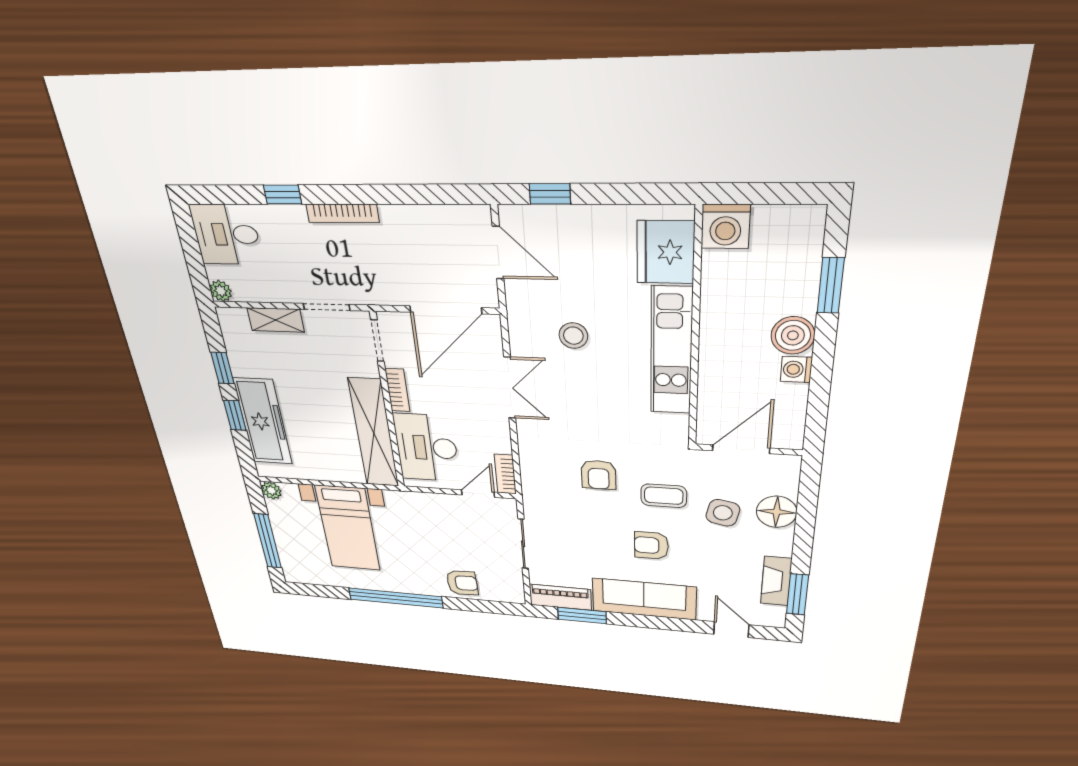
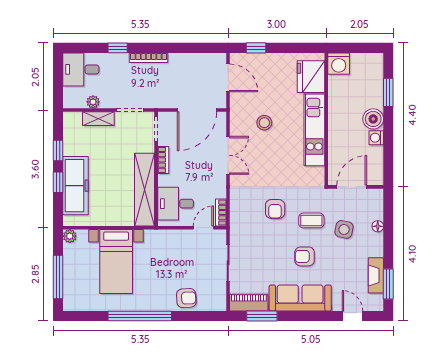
plant: (221, 291) -> (93, 102), moved
desk: (426, 448) -> (176, 204), width x0.73
floor lamp: (777, 512) -> (378, 226), width x0.53, depth x0.53

